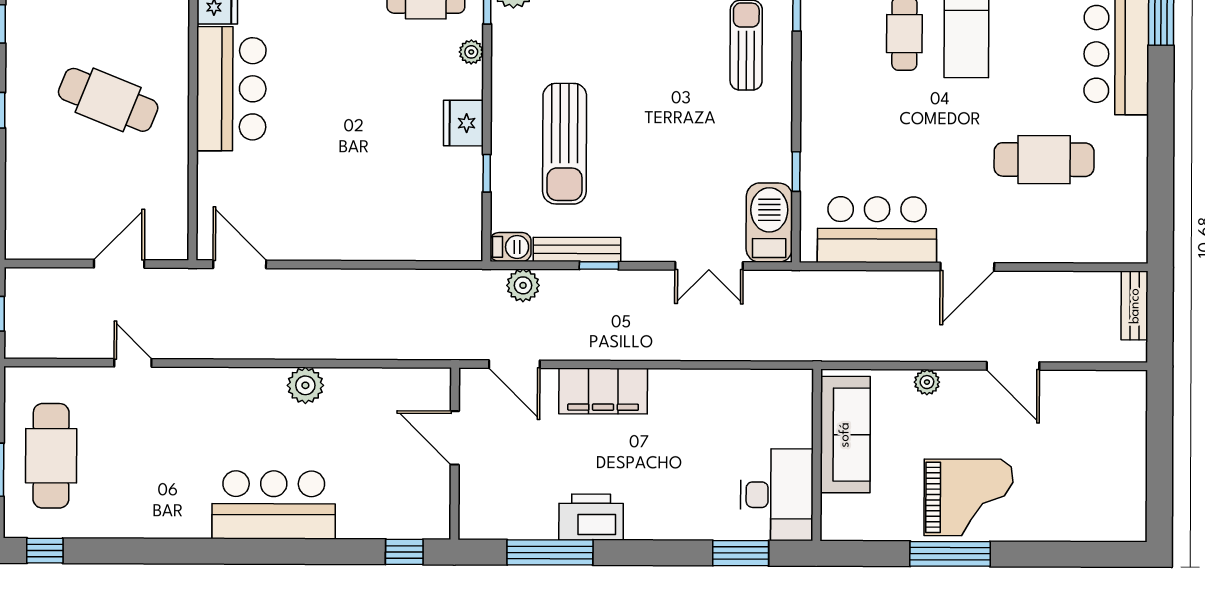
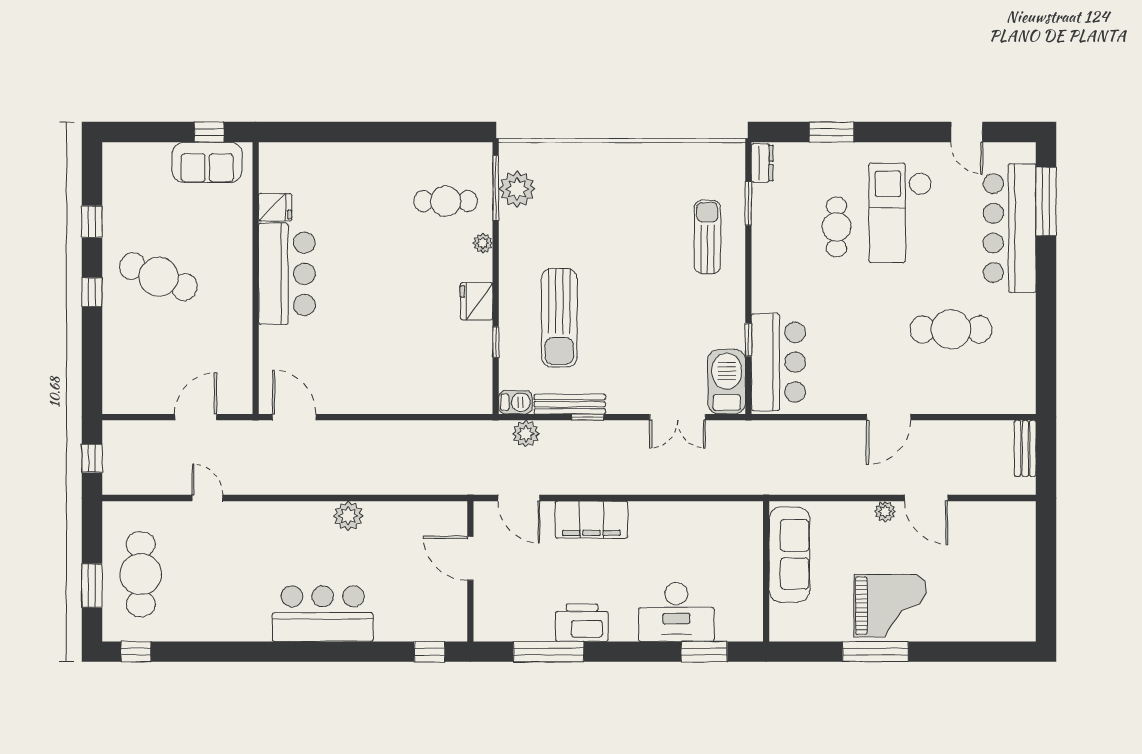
cafe table: (108, 100) -> (159, 277), moved
bar counter: (877, 230) -> (778, 362), moved, turned 90
plant: (927, 382) -> (885, 511), moved
desk: (777, 495) -> (676, 612), moved, turned 90

